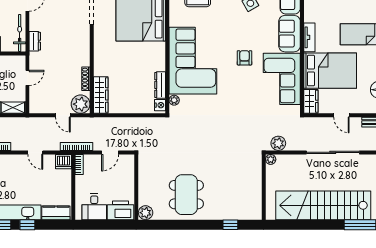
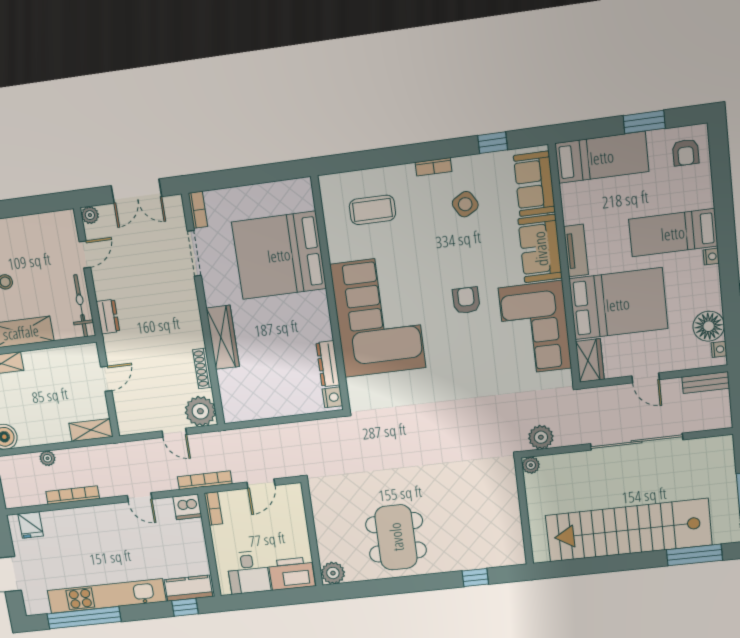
wardrobe: (101, 95) -> (223, 337), moved
plant: (174, 100) -> (355, 386), removed
window: (27, 225) -> (185, 607), moved

